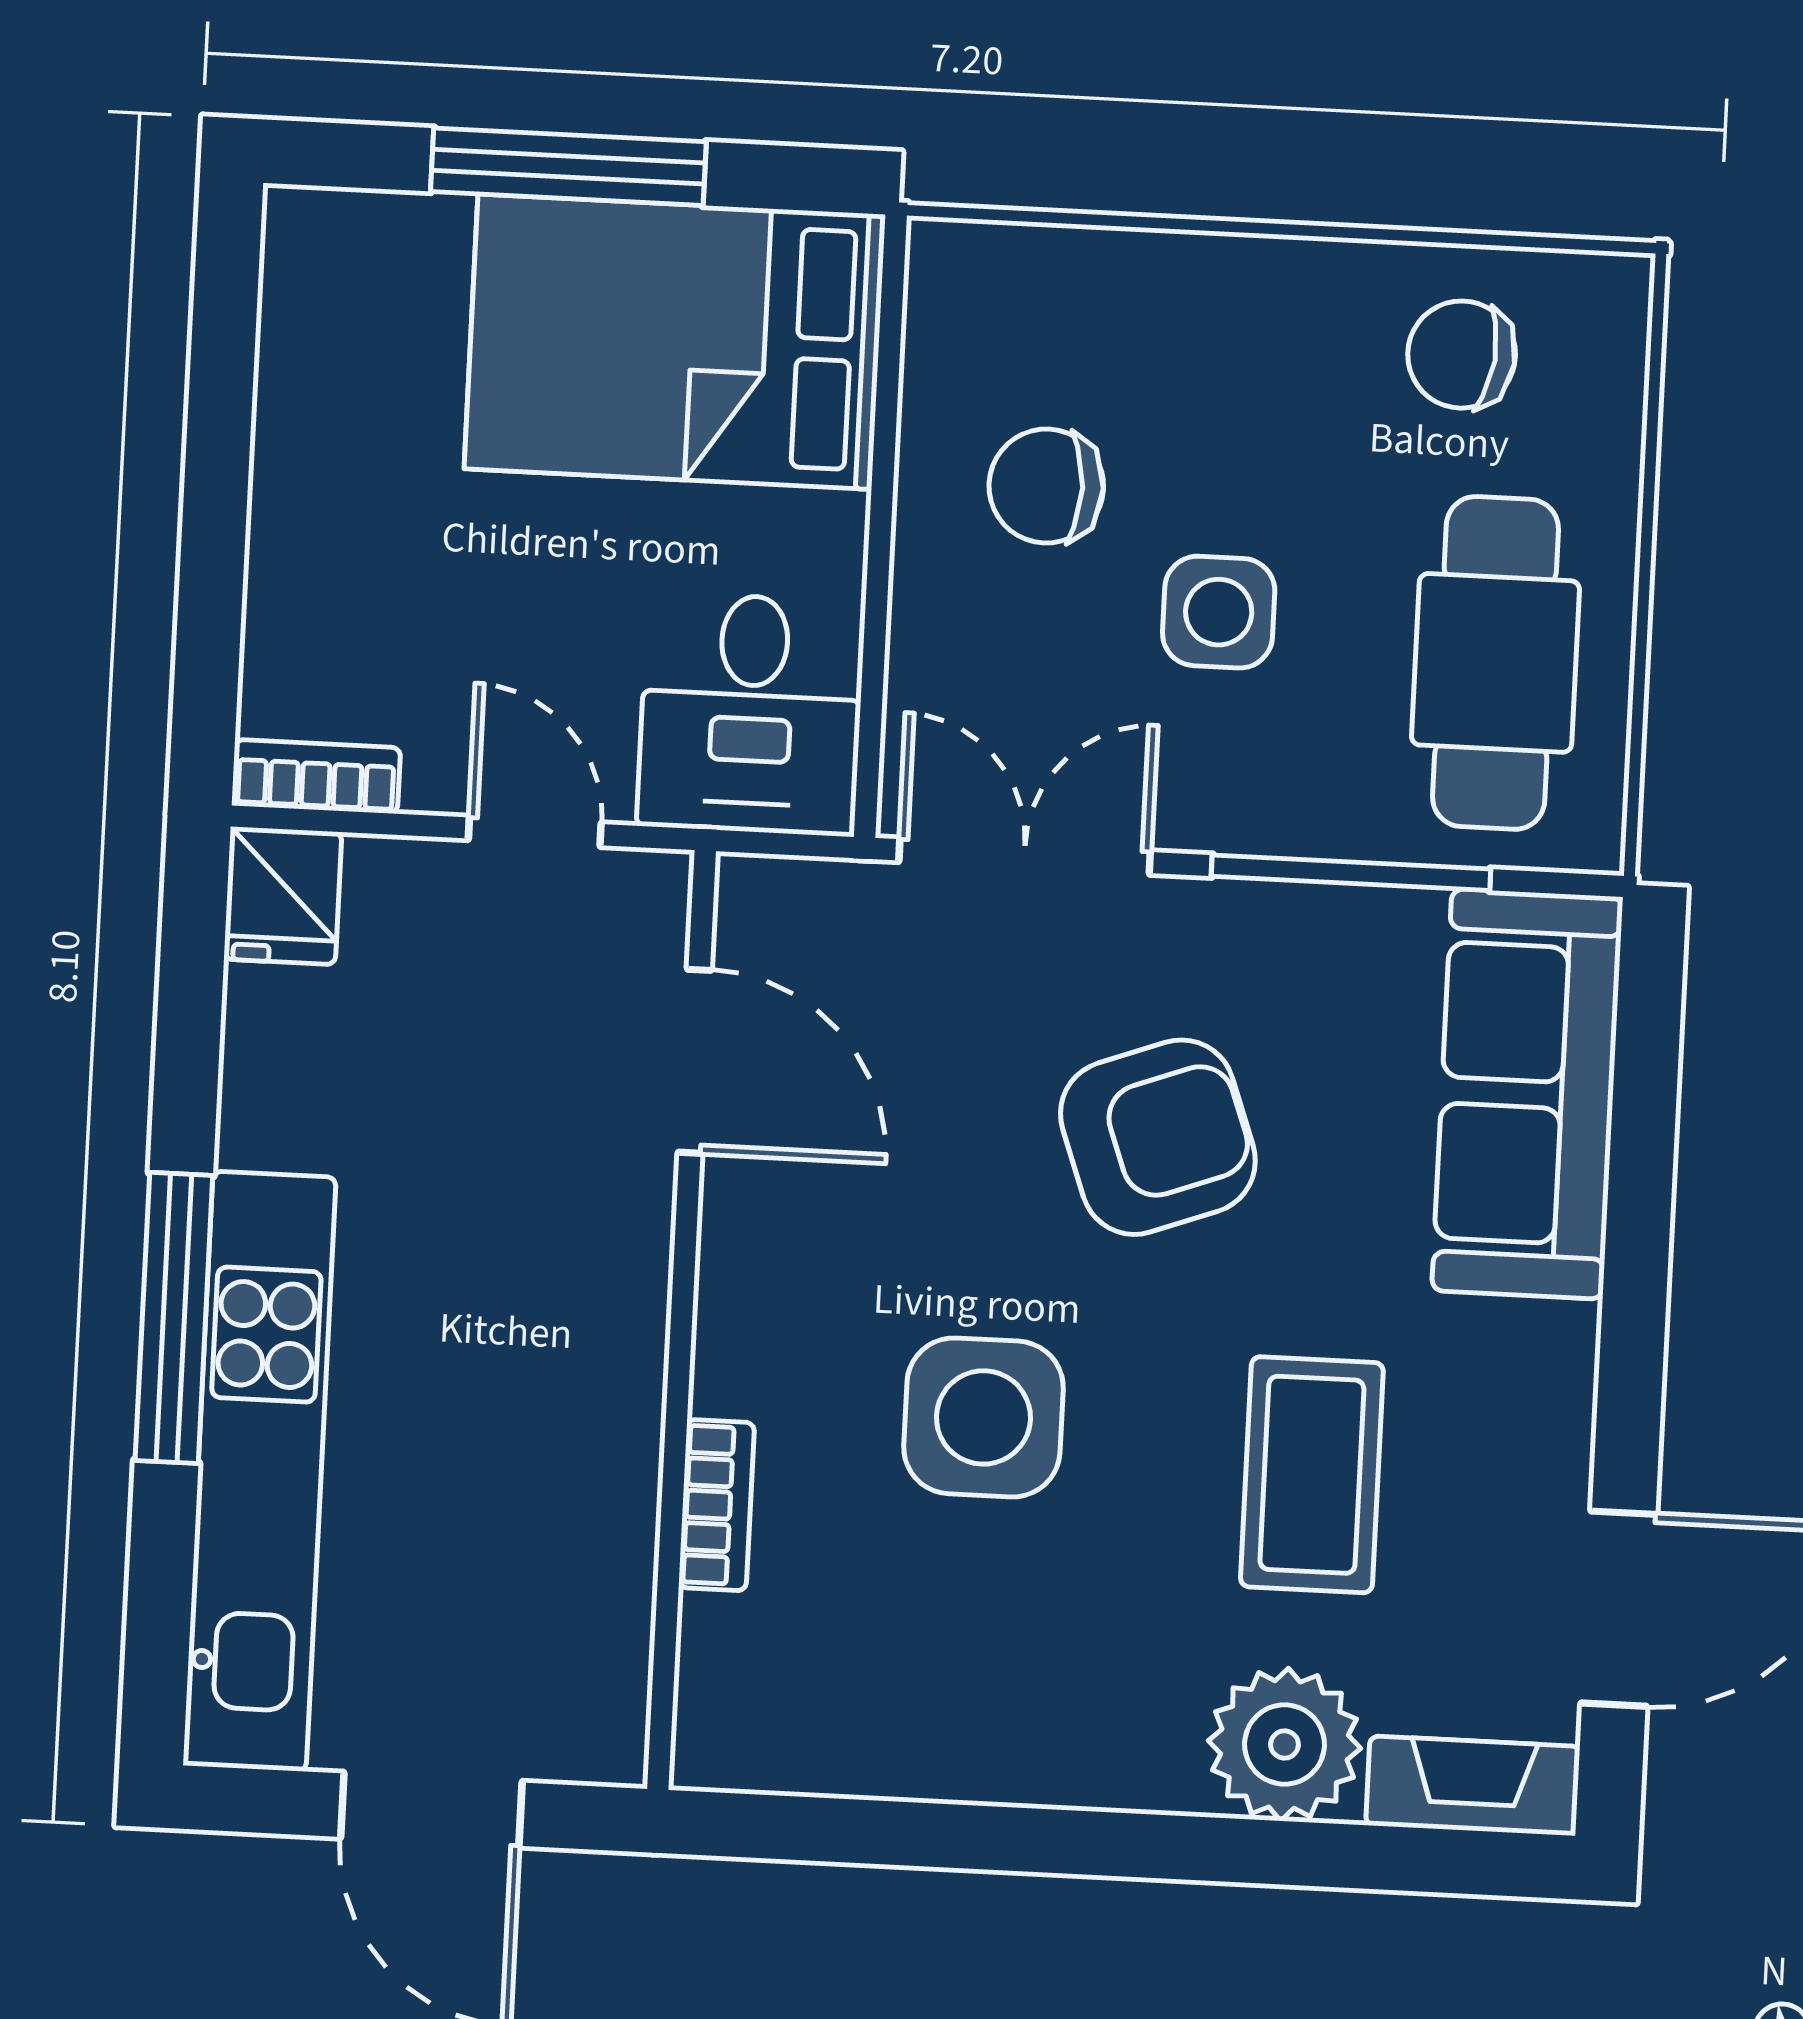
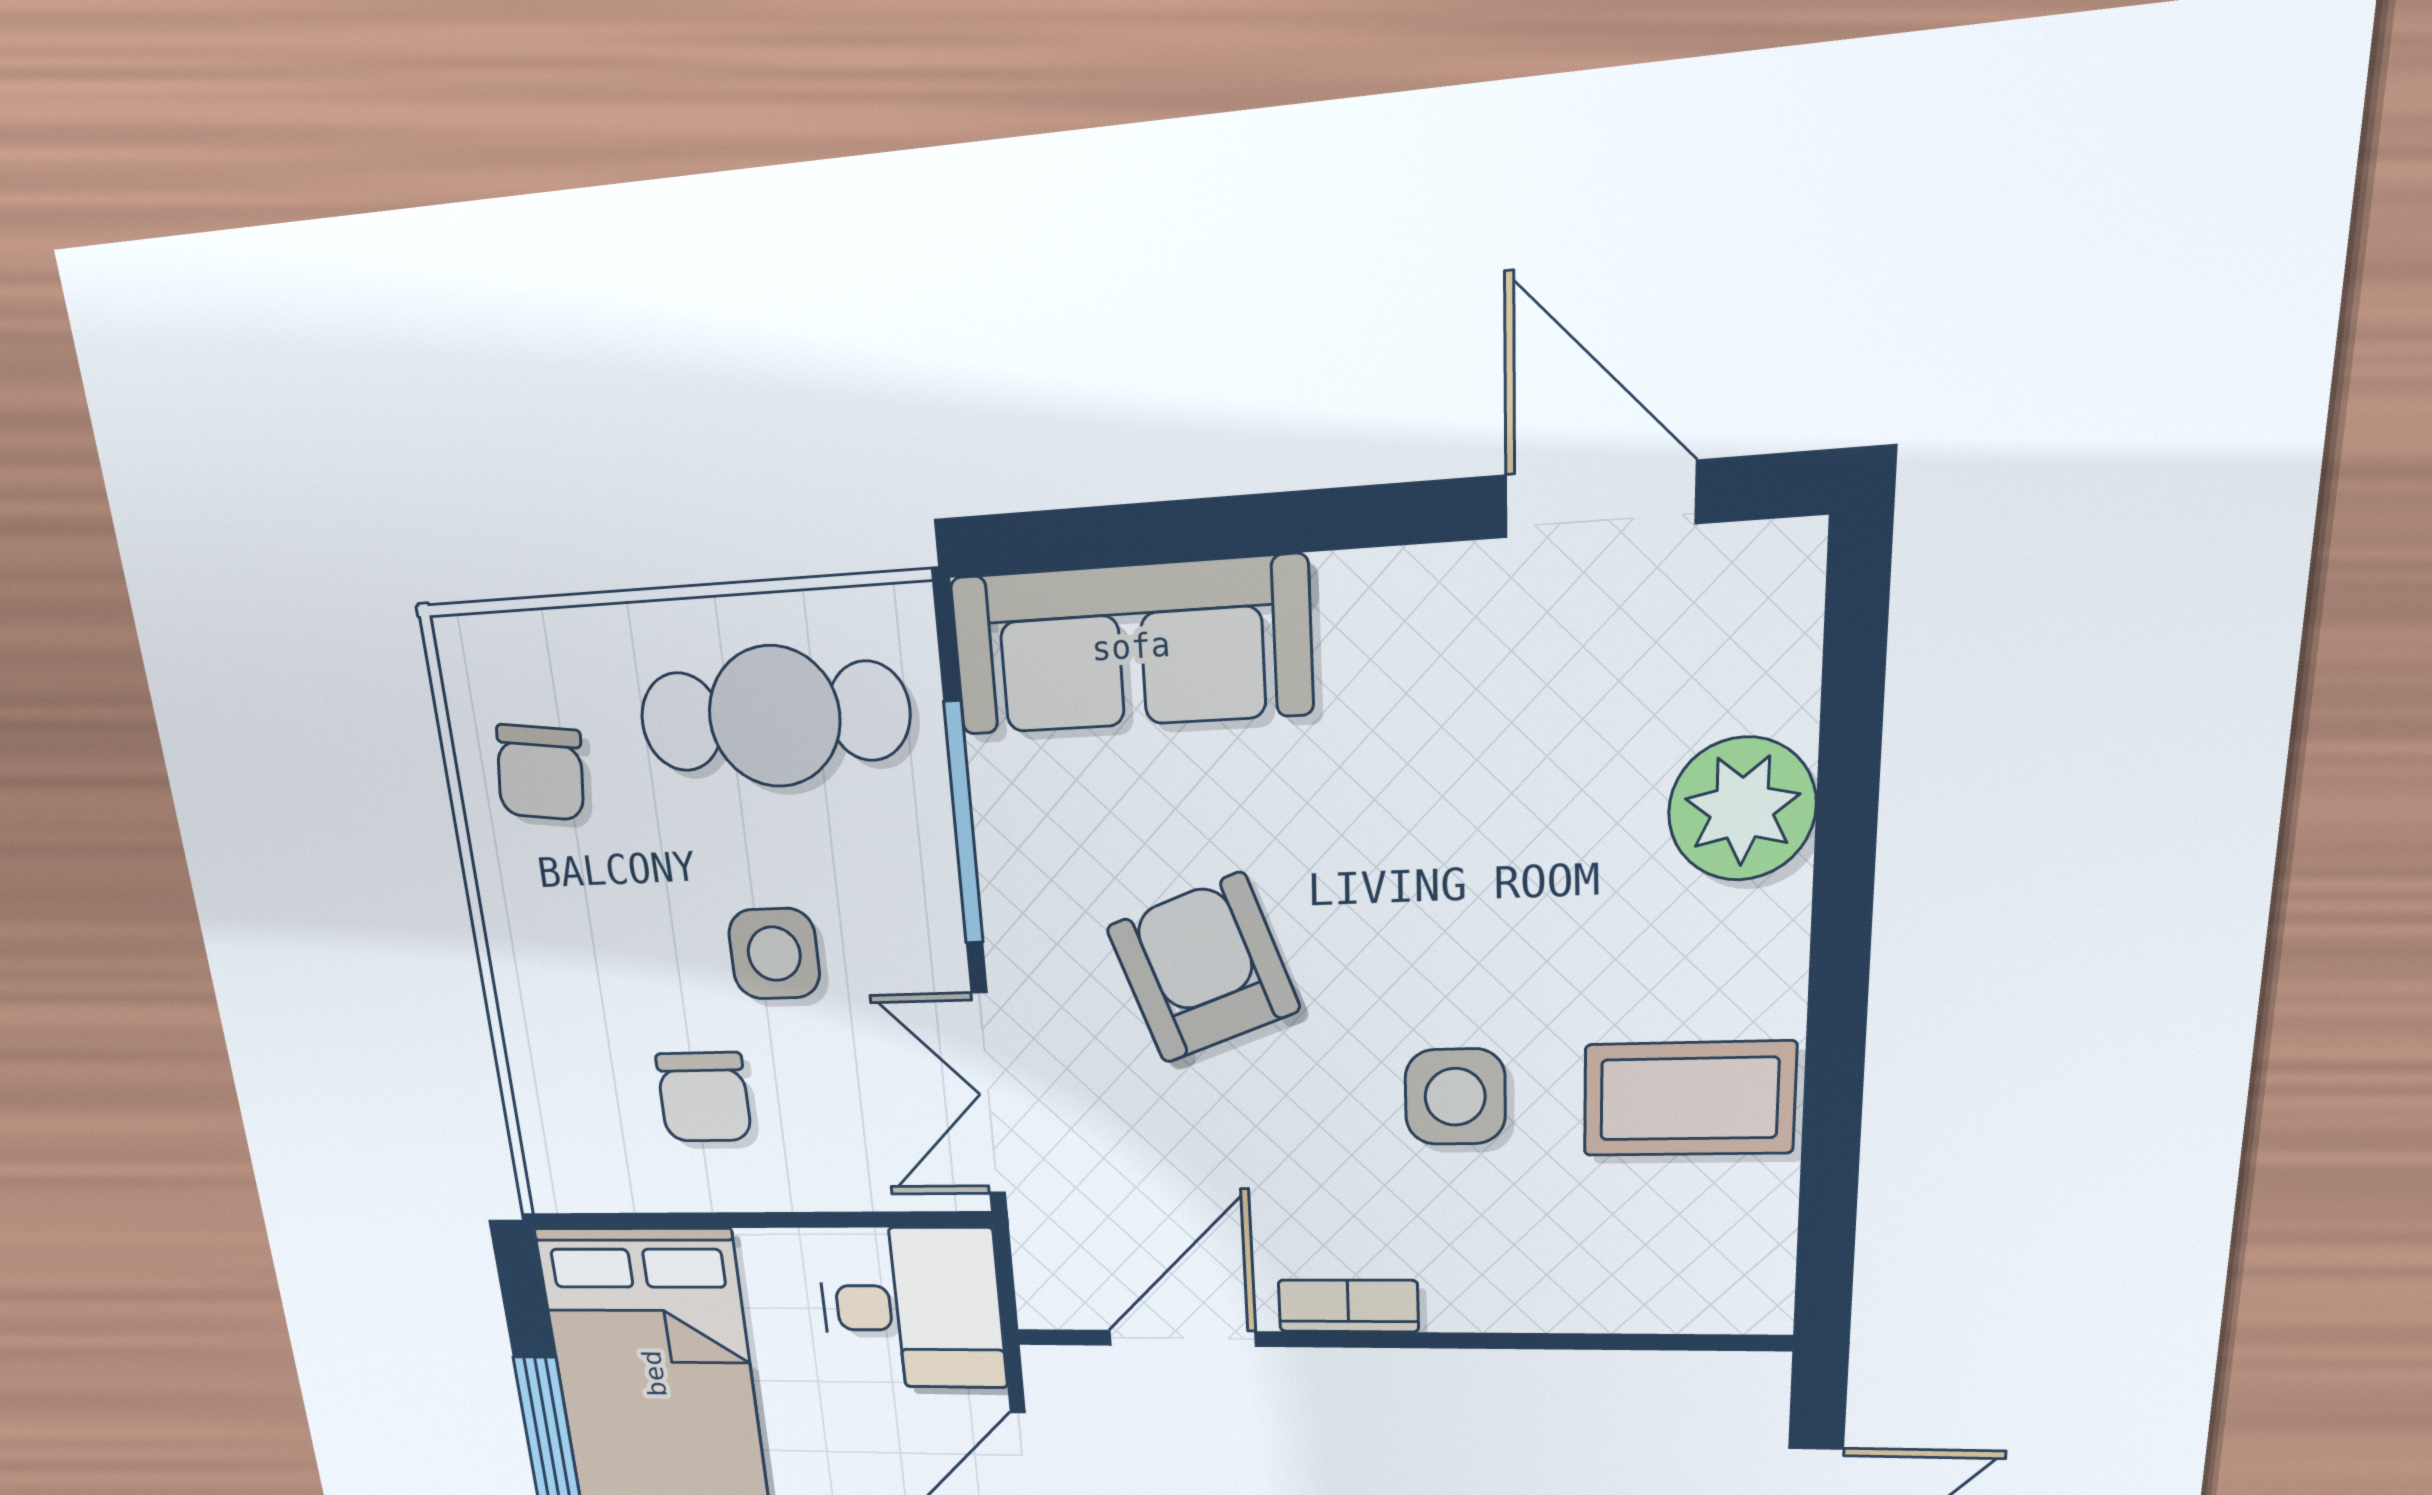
side table: (983, 1417) -> (1455, 1097), width x0.73, depth x0.73
coffee table: (1312, 1475) -> (1689, 1099), moved
bookcase: (717, 1505) -> (1348, 1306), moved
fireplace: (1473, 1786) -> (1779, 624), removed

